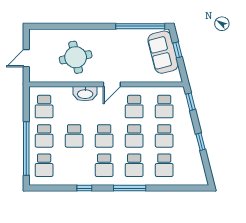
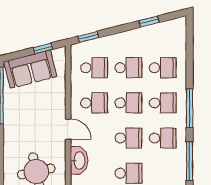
window: (177, 50) -> (43, 48), moved
window: (201, 142) -> (149, 22), moved
window: (84, 188) -> (190, 161), width x2.17

